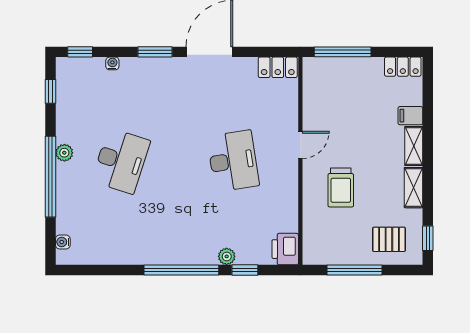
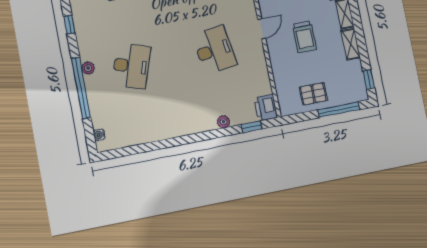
trolley: (341, 187) -> (304, 37), moved
pallet: (389, 239) -> (313, 94), moved
window: (181, 270) -> (192, 138), removed
window: (245, 270) -> (252, 127), moved
window: (354, 270) -> (339, 110), moved

